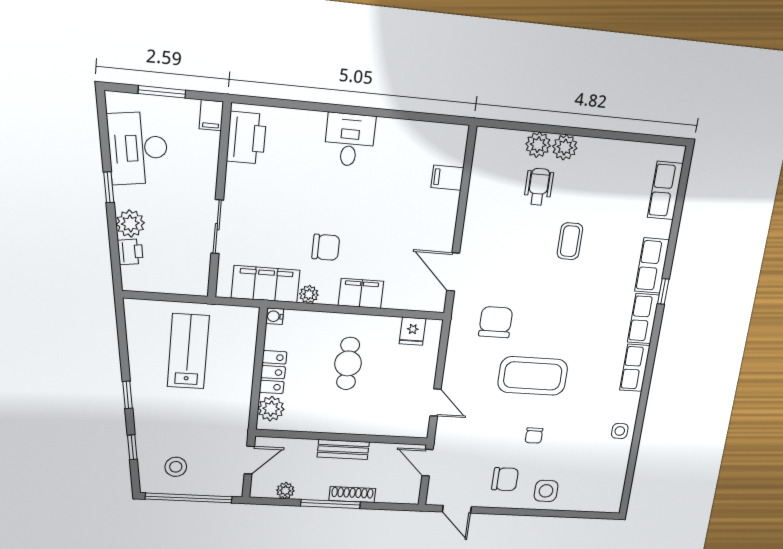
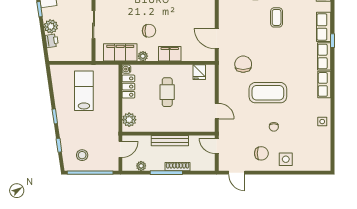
locker: (273, 372) -> (128, 87), moved
bench: (343, 449) -> (170, 141), width x1.36

